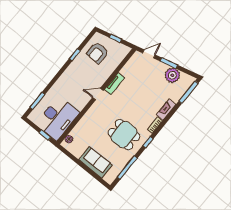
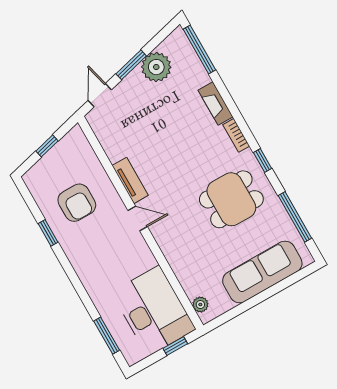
armchair: (97, 53) -> (77, 203), moved
door: (98, 94) -> (138, 219), swing flipped
sofa: (95, 162) -> (262, 272), width x1.36

